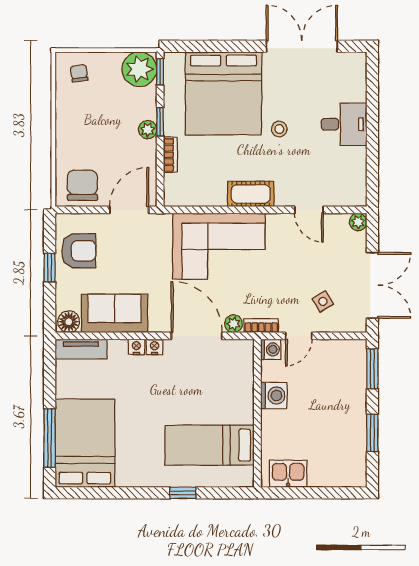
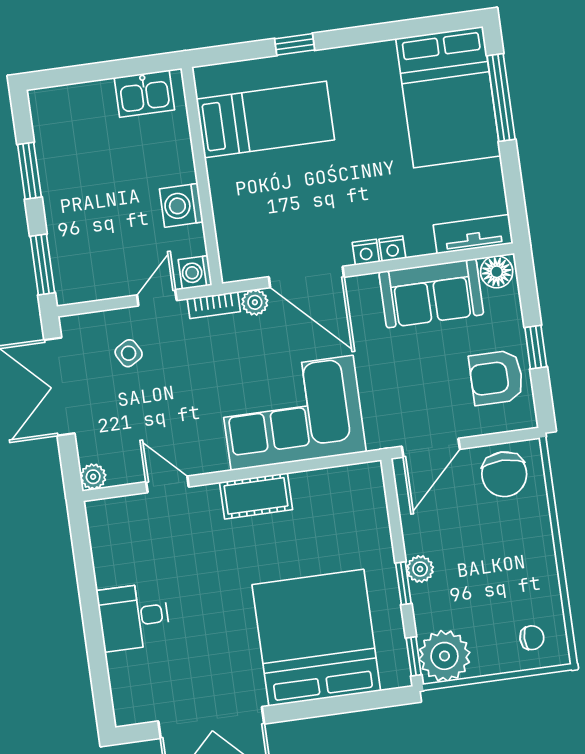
chair: (79, 73) -> (532, 638), turned -82
stool: (279, 129) -> (227, 597), removed
bookcase: (170, 155) -> (382, 537), removed

